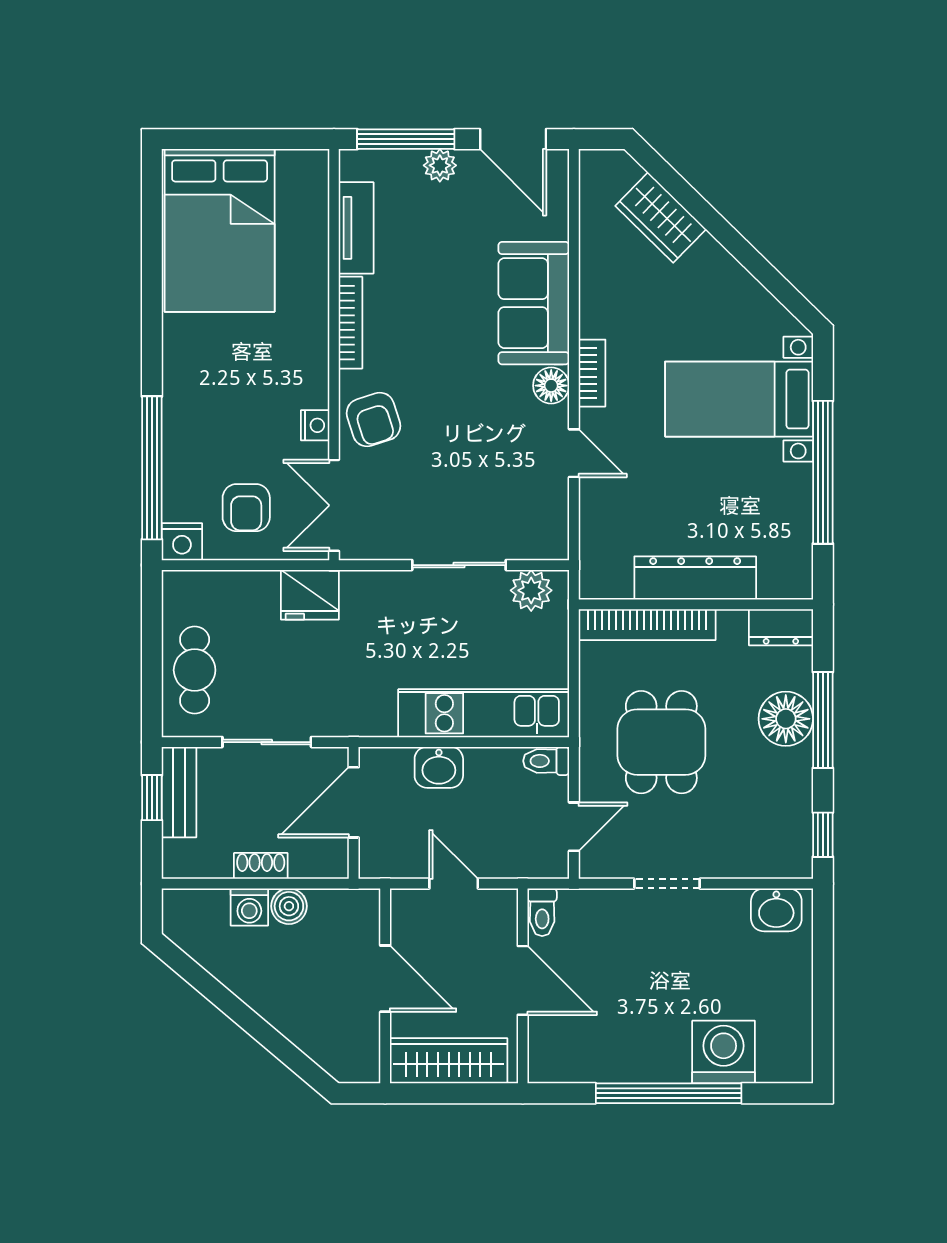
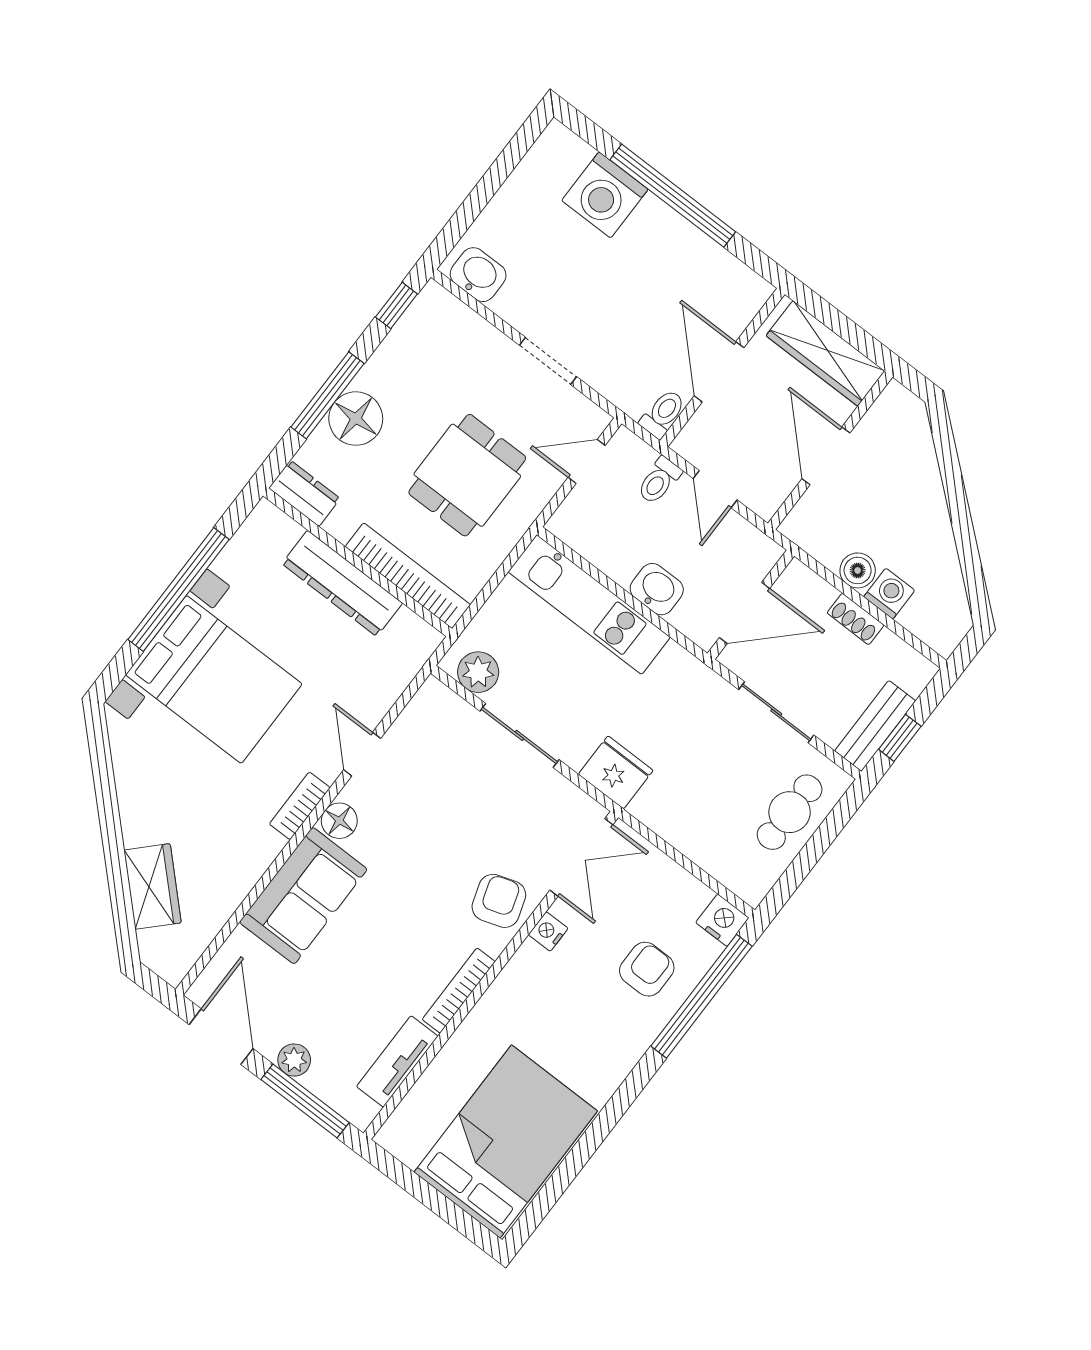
bed with nightstands: (739, 399) -> (214, 679), width x1.36
armchair: (246, 508) -> (647, 969), moved
fridge: (310, 595) -> (616, 772), moved
toilet: (546, 761) -> (659, 481), moved, turned 90

